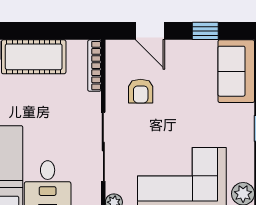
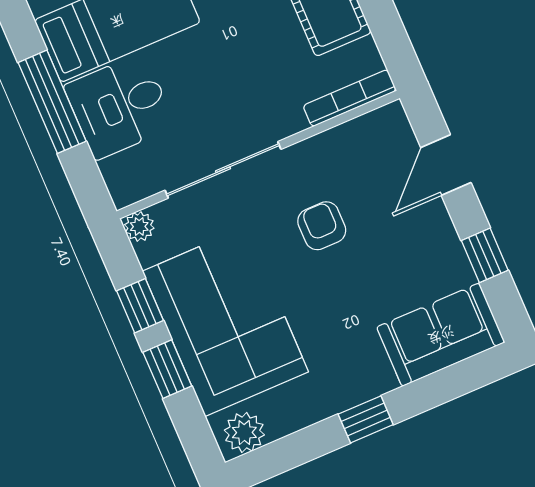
armchair: (141, 91) -> (322, 226), moved, turned 90

